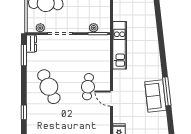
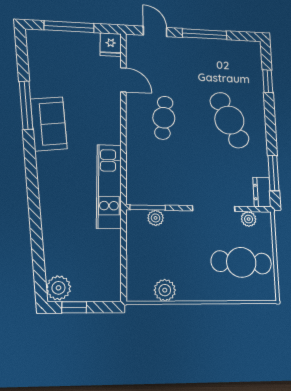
sofa: (155, 96) -> (49, 124), moved
door: (111, 99) -> (123, 80), moved

